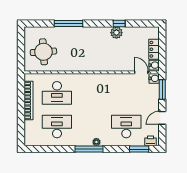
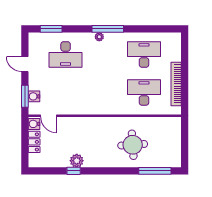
window: (69, 24) -> (155, 171), moved
round table: (43, 52) -> (133, 145), moved
water cooler: (154, 78) -> (34, 96), moved
door: (162, 118) -> (25, 64), swing flipped
desk: (57, 126) -> (144, 54), turned 180
printer: (150, 141) -> (38, 38), removed

